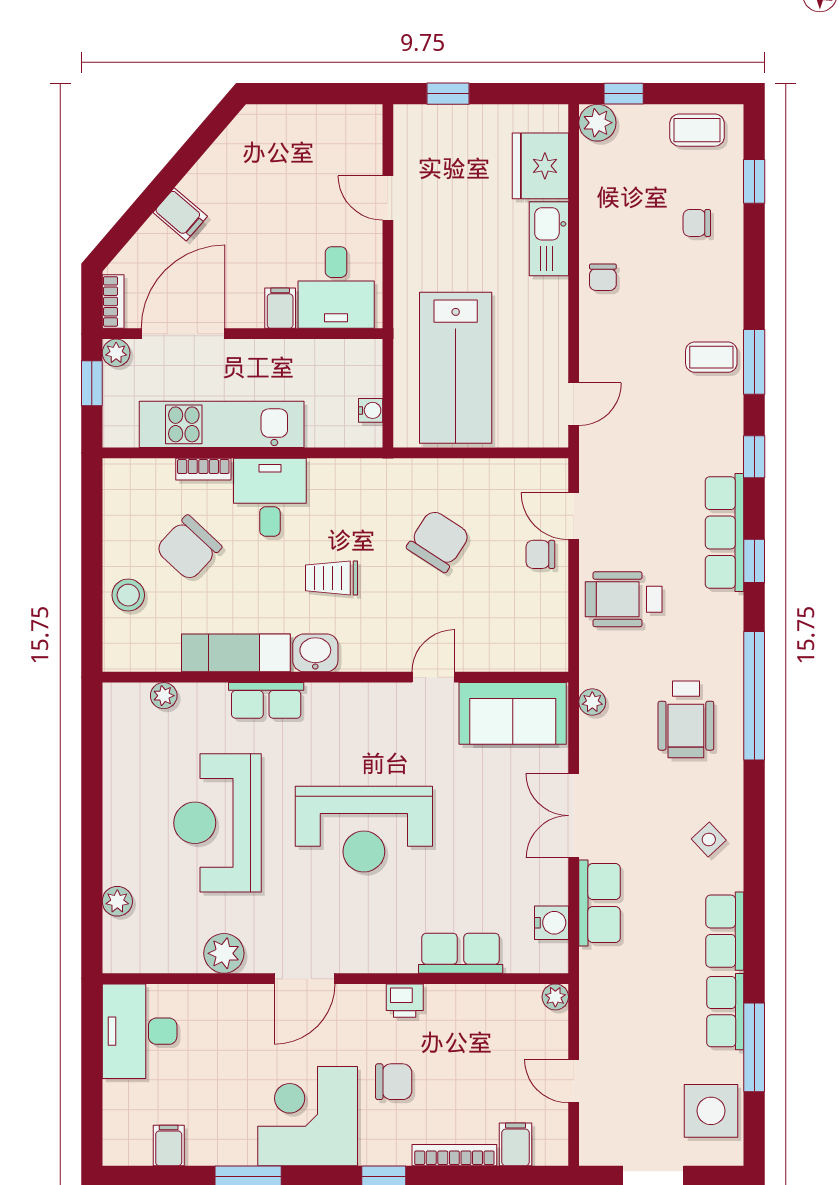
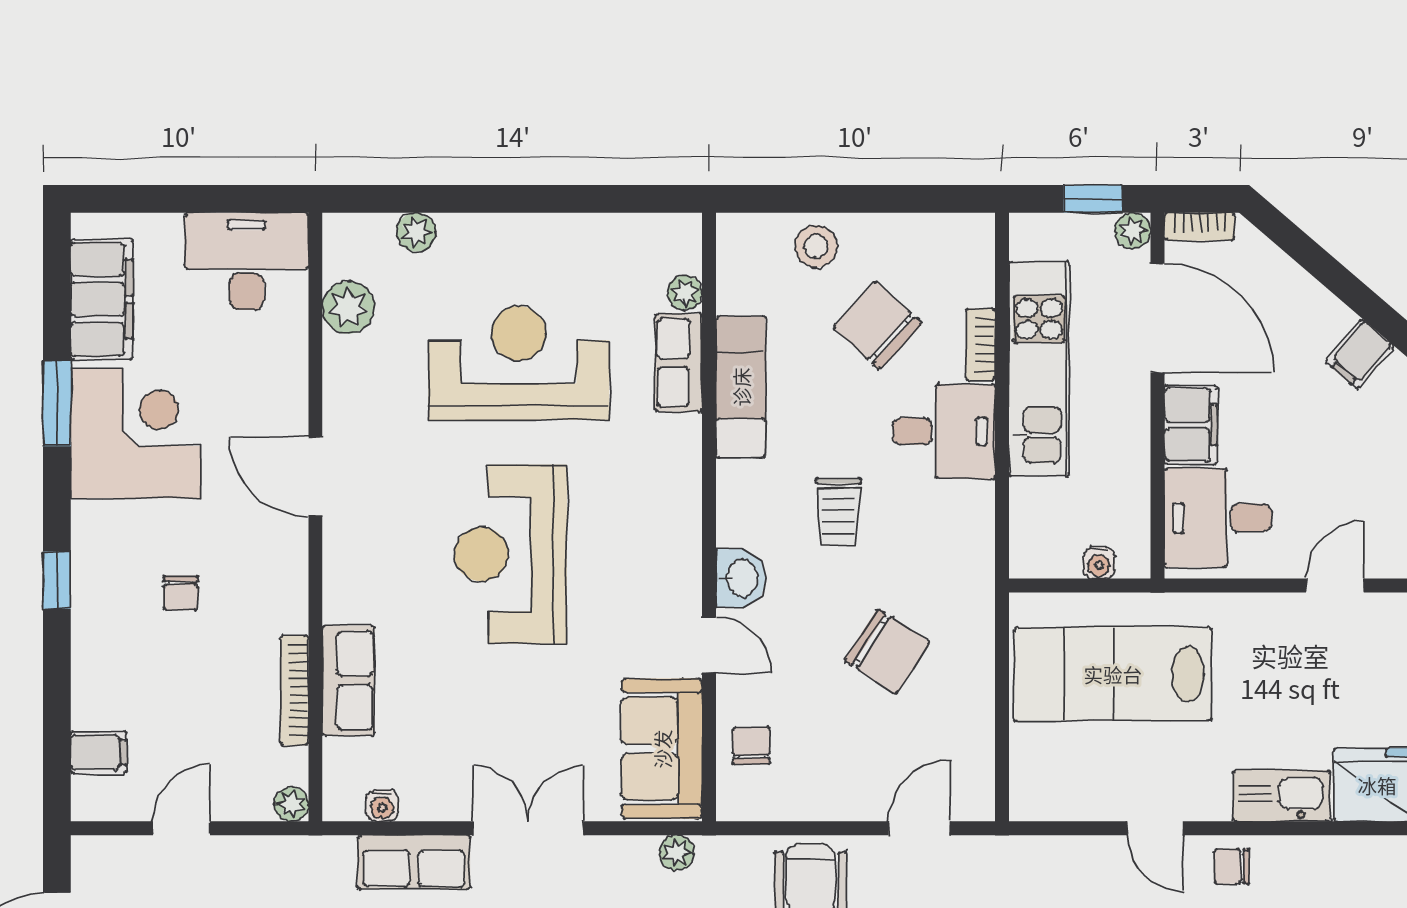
filing cabinet: (180, 214) -> (1360, 354), moved
filing cabinet: (280, 308) -> (1191, 425), width x2.00
door: (574, 404) -> (1155, 828), moved
water cooler: (371, 410) -> (1099, 563), moved
chair: (540, 554) -> (751, 746), moved
trolley: (331, 578) -> (839, 512), turned 180
washbasin: (315, 653) -> (741, 578), moved
row of seats: (266, 700) -> (679, 363), moved
water cooler: (552, 923) -> (382, 805), width x0.72, depth x0.72
plant: (224, 953) -> (348, 308), moved
printer: (405, 1001) -> (287, 607), removed
chair: (394, 1082) -> (181, 593), width x0.73, depth x0.73
corner desk: (308, 1116) -> (136, 433), moved
filing cabinet: (169, 1146) -> (102, 299), width x3.00, depth x1.17
bookcase: (454, 1155) -> (294, 690), moved, turned 180

